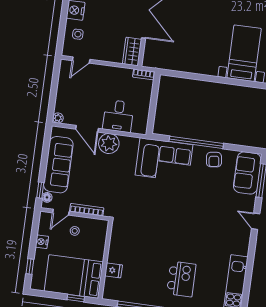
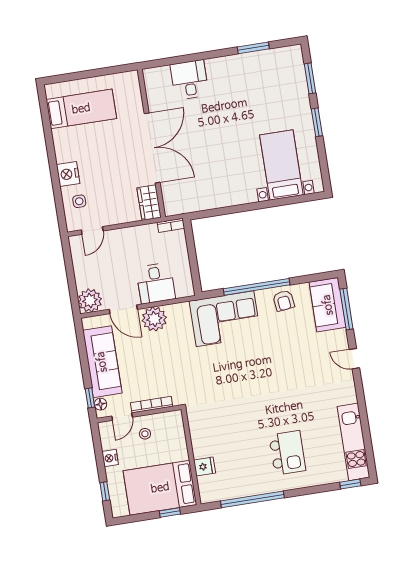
plant: (58, 118) -> (90, 300), width x1.87, depth x1.87

